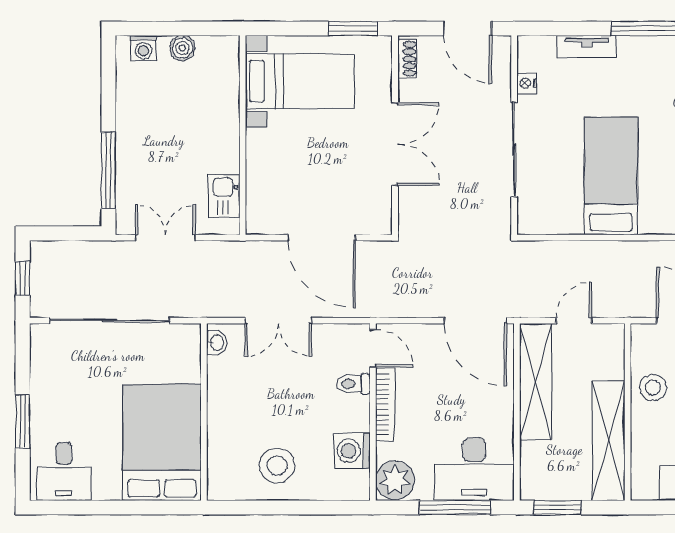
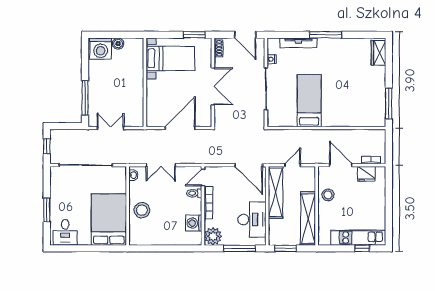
tv unit: (587, 47) -> (298, 43), width x1.41
washing machine: (143, 48) -> (101, 49), width x1.89, depth x1.89
kitchen sink: (224, 196) -> (137, 109), removed
door: (322, 238) -> (180, 128), swing flipped
door: (373, 348) -> (203, 177), swing flipped
stool: (277, 466) -> (142, 210), moved
desk: (474, 469) -> (252, 220), moved, turned -90

